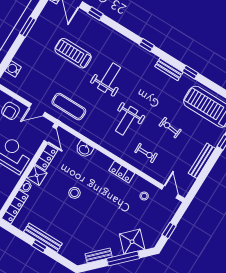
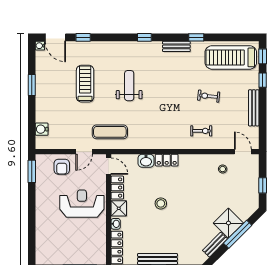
treadmill: (73, 53) -> (85, 84), turned 90
weight bench: (127, 121) -> (167, 113), removed
locker: (122, 172) -> (167, 160), moved
shower: (132, 242) -> (228, 223), moved

